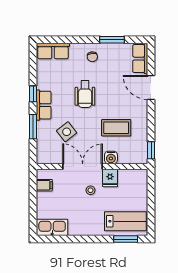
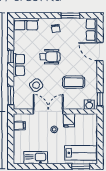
wheelchair: (85, 94) -> (50, 57), turned -90
window: (33, 127) -> (11, 96), moved
water cooler: (111, 157) -> (89, 105), moved
kitchen sink: (52, 227) -> (36, 158), moved

